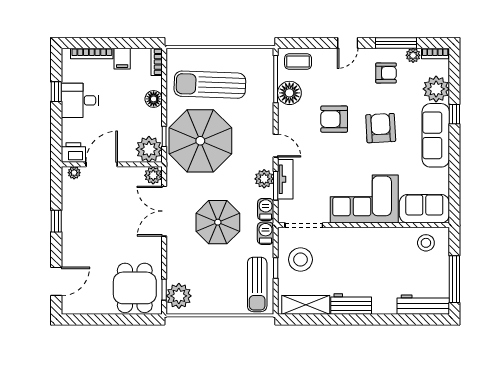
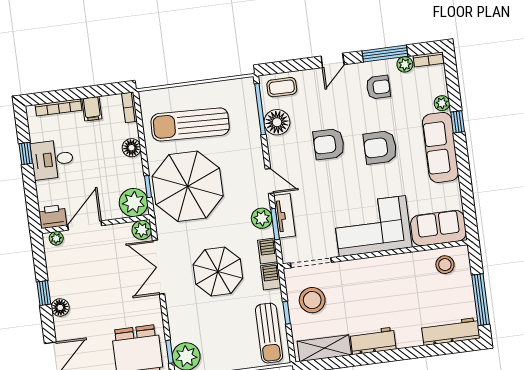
plant: (436, 89) -> (442, 103), width x0.53, depth x0.53
armchair: (381, 128) -> (380, 147), turned -87
floor lamp: (70, 236) -> (60, 307), added

